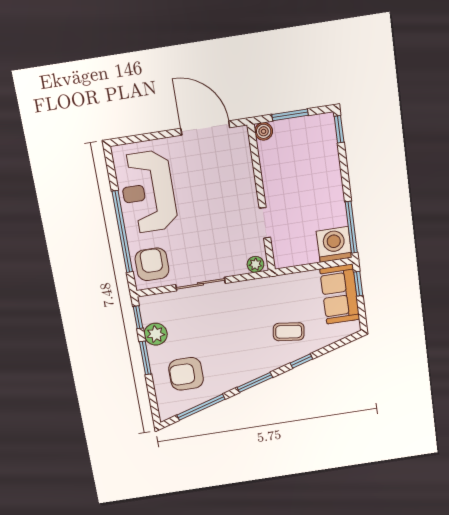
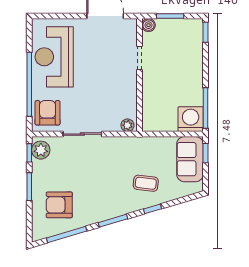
doorway: (265, 223) -> (139, 58), moved
plant: (156, 334) -> (41, 150), moved

